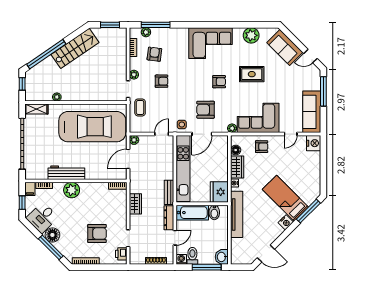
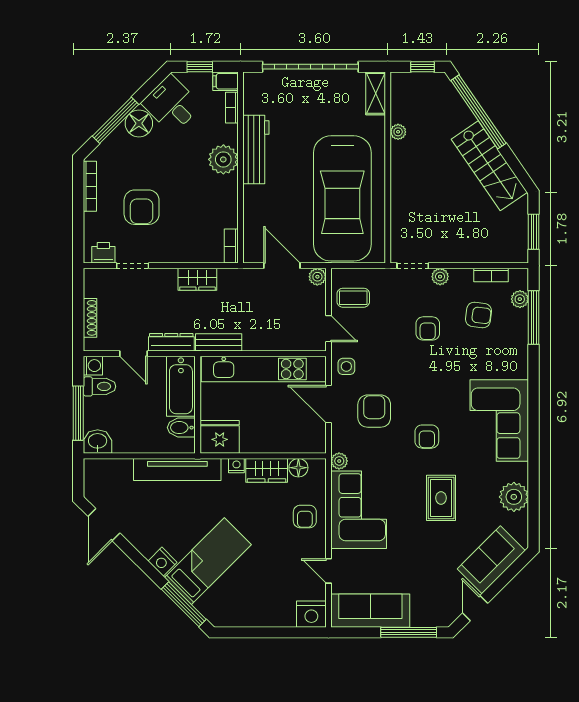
coffee table: (140, 107) -> (353, 298), moved

